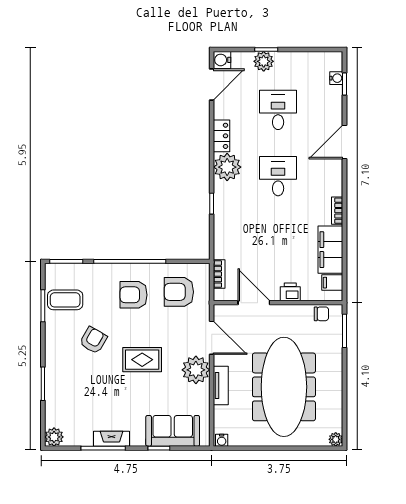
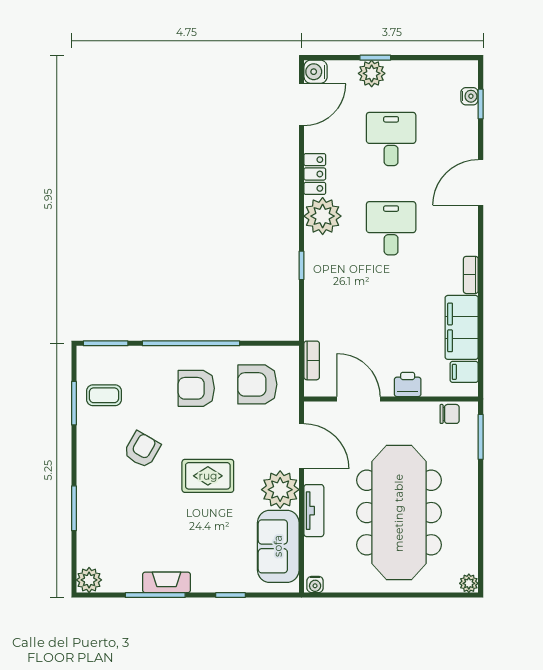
coffee table: (65, 300) -> (104, 395), width x0.73, depth x0.77
sofa: (173, 431) -> (278, 546), moved, turned -90

